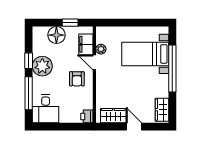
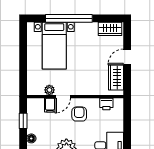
floor lamp: (56, 35) -> (31, 138), width x0.53, depth x0.53
filing cabinet: (86, 44) -> (50, 105), width x0.50
armchair: (77, 79) -> (79, 114), turned -90
printer: (87, 116) -> (106, 104), moved

